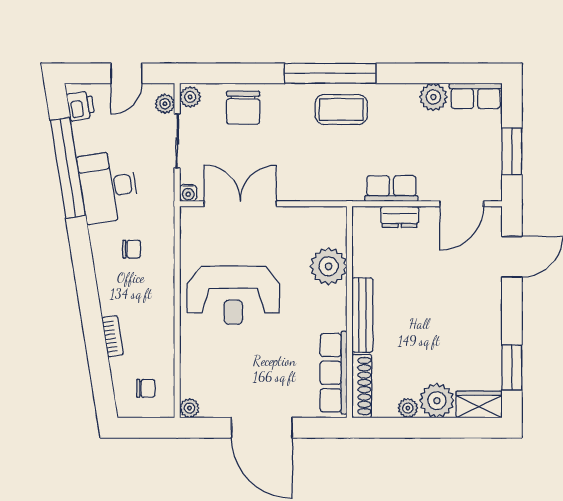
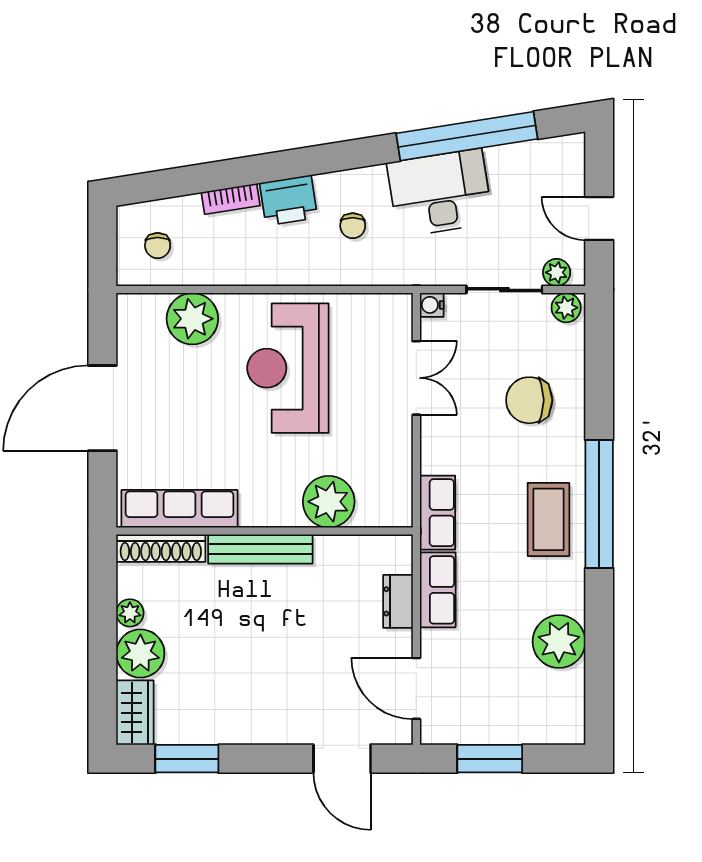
row of seats: (476, 96) -> (437, 513), moved, turned 180
plant: (433, 97) -> (559, 642), width x1.36, depth x1.36
printer: (81, 106) -> (289, 200), moved, width x1.36, depth x1.24
chair: (243, 108) -> (529, 400), moved
double door: (240, 204) -> (416, 378), width x0.73
plant: (189, 408) -> (192, 319), moved, width x1.88, depth x1.88

